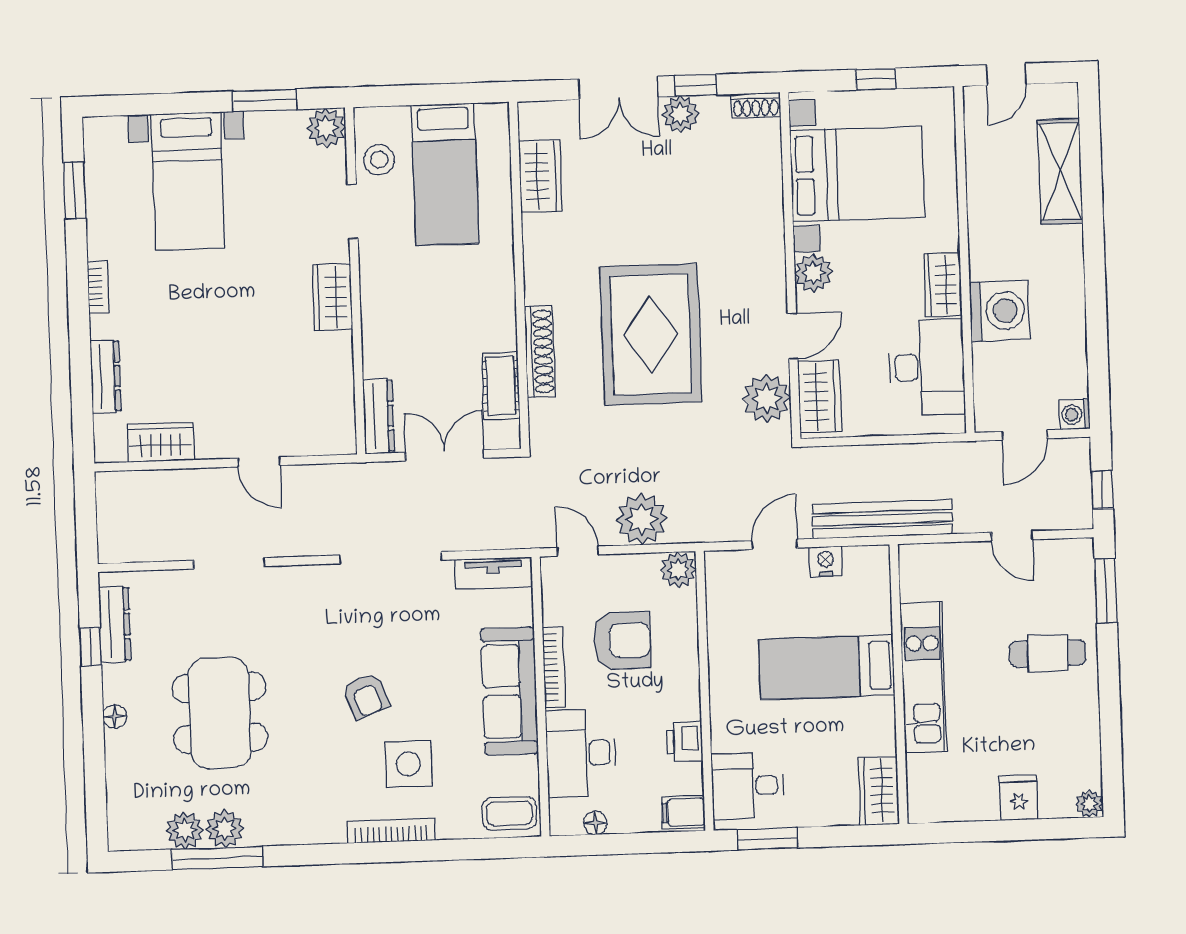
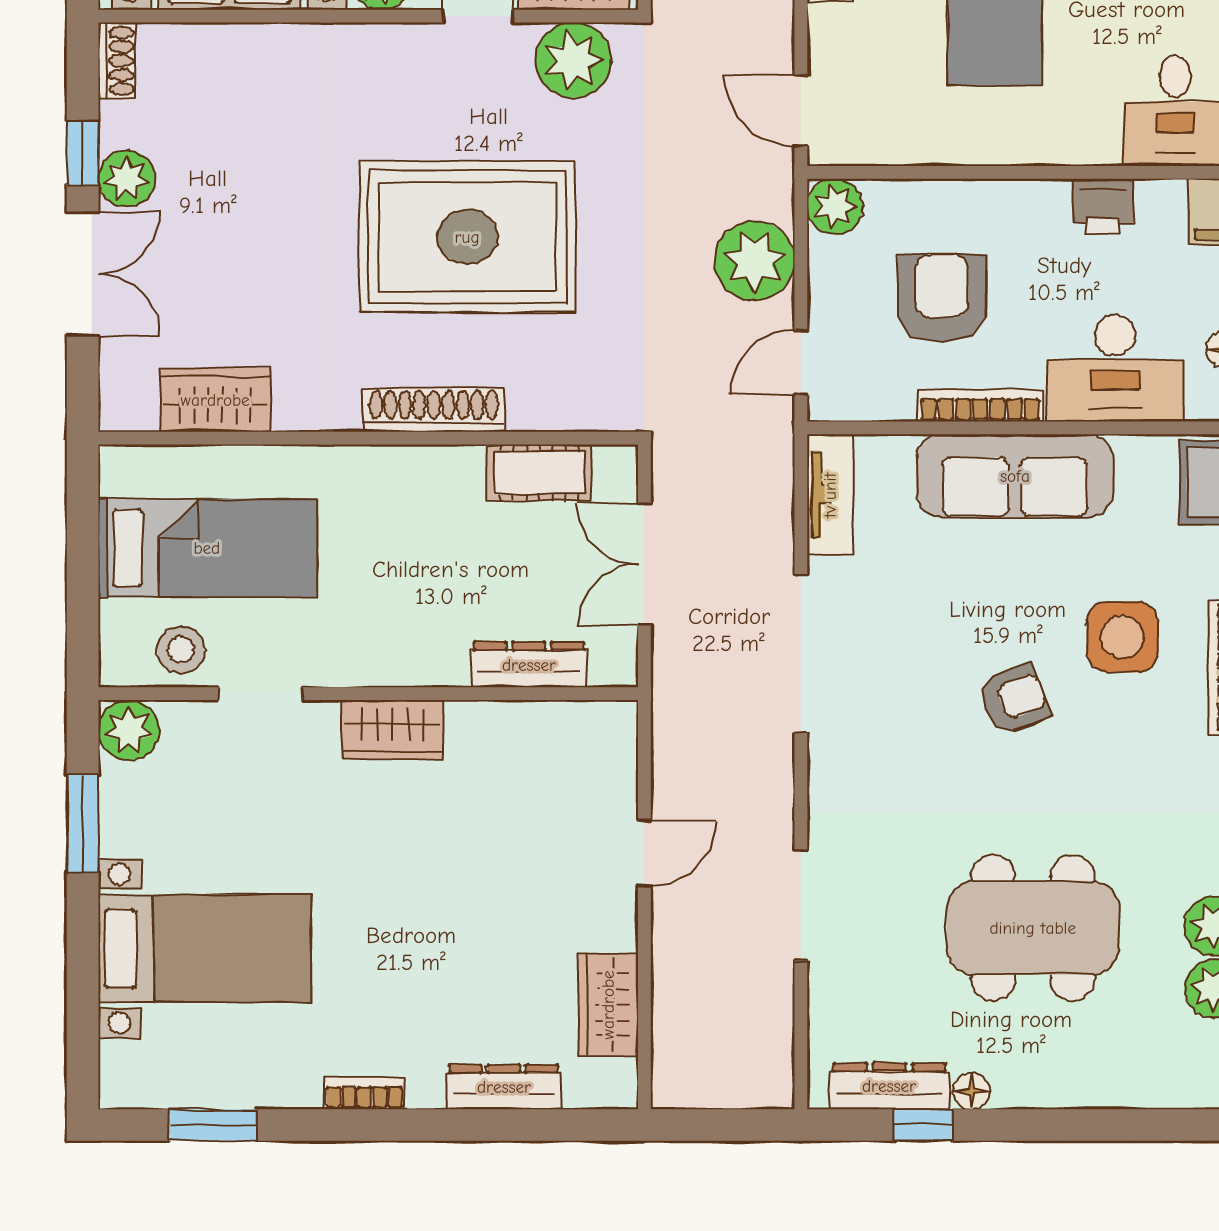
shoe rack: (540, 352) -> (434, 410), moved
dresser: (379, 416) -> (529, 665), moved
door: (774, 544) -> (801, 111), moved
floor lamp: (115, 716) -> (971, 1091), moved

